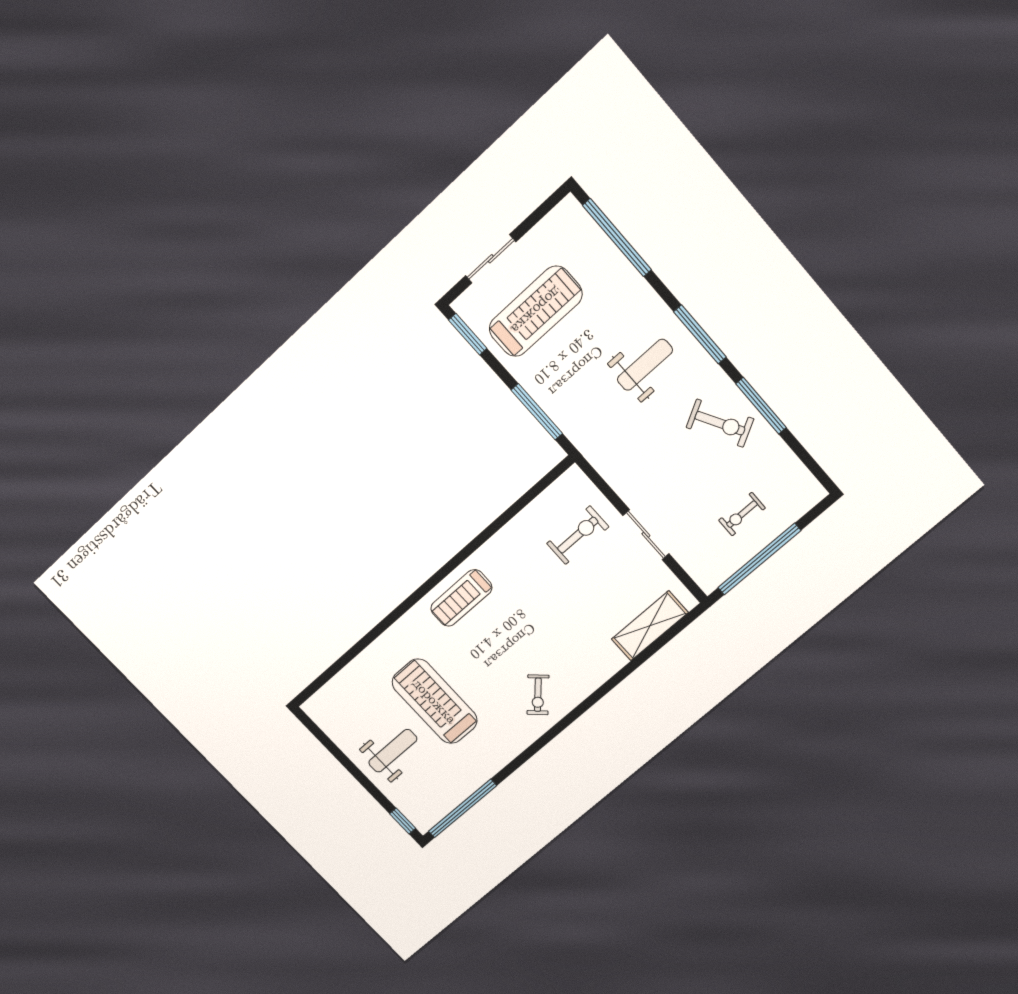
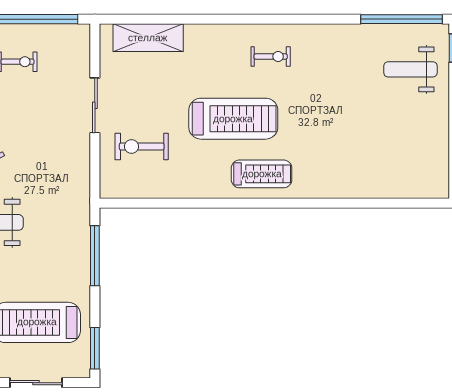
exercise bike: (538, 695) -> (271, 57), turned 47
treadmill: (435, 701) -> (233, 119), moved, turned -90
weight bench: (393, 751) -> (410, 69), moved

